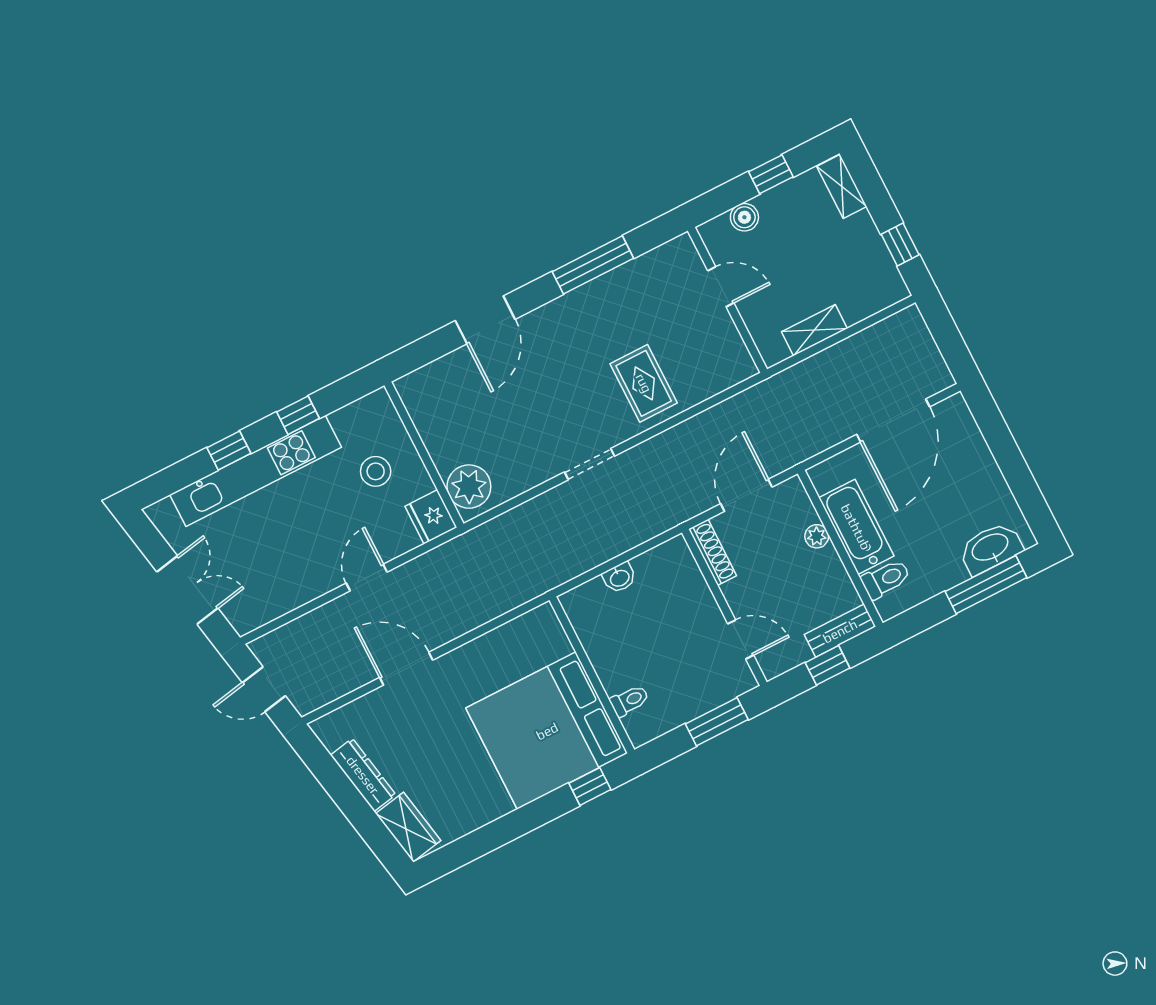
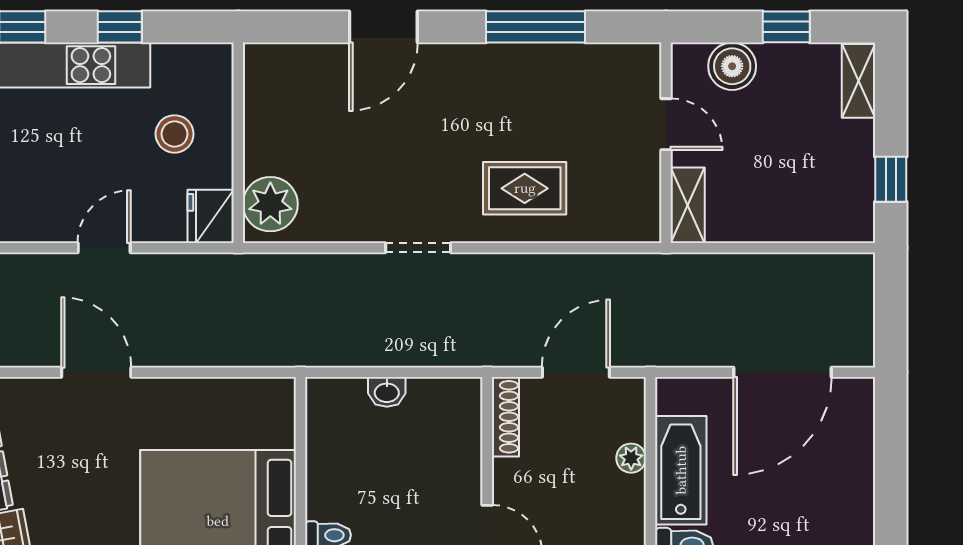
boiler: (744, 217) -> (732, 66), width x1.36, depth x1.36
shelving: (814, 330) -> (688, 205), moved, turned 90
rug: (644, 383) -> (525, 188), turned 90

